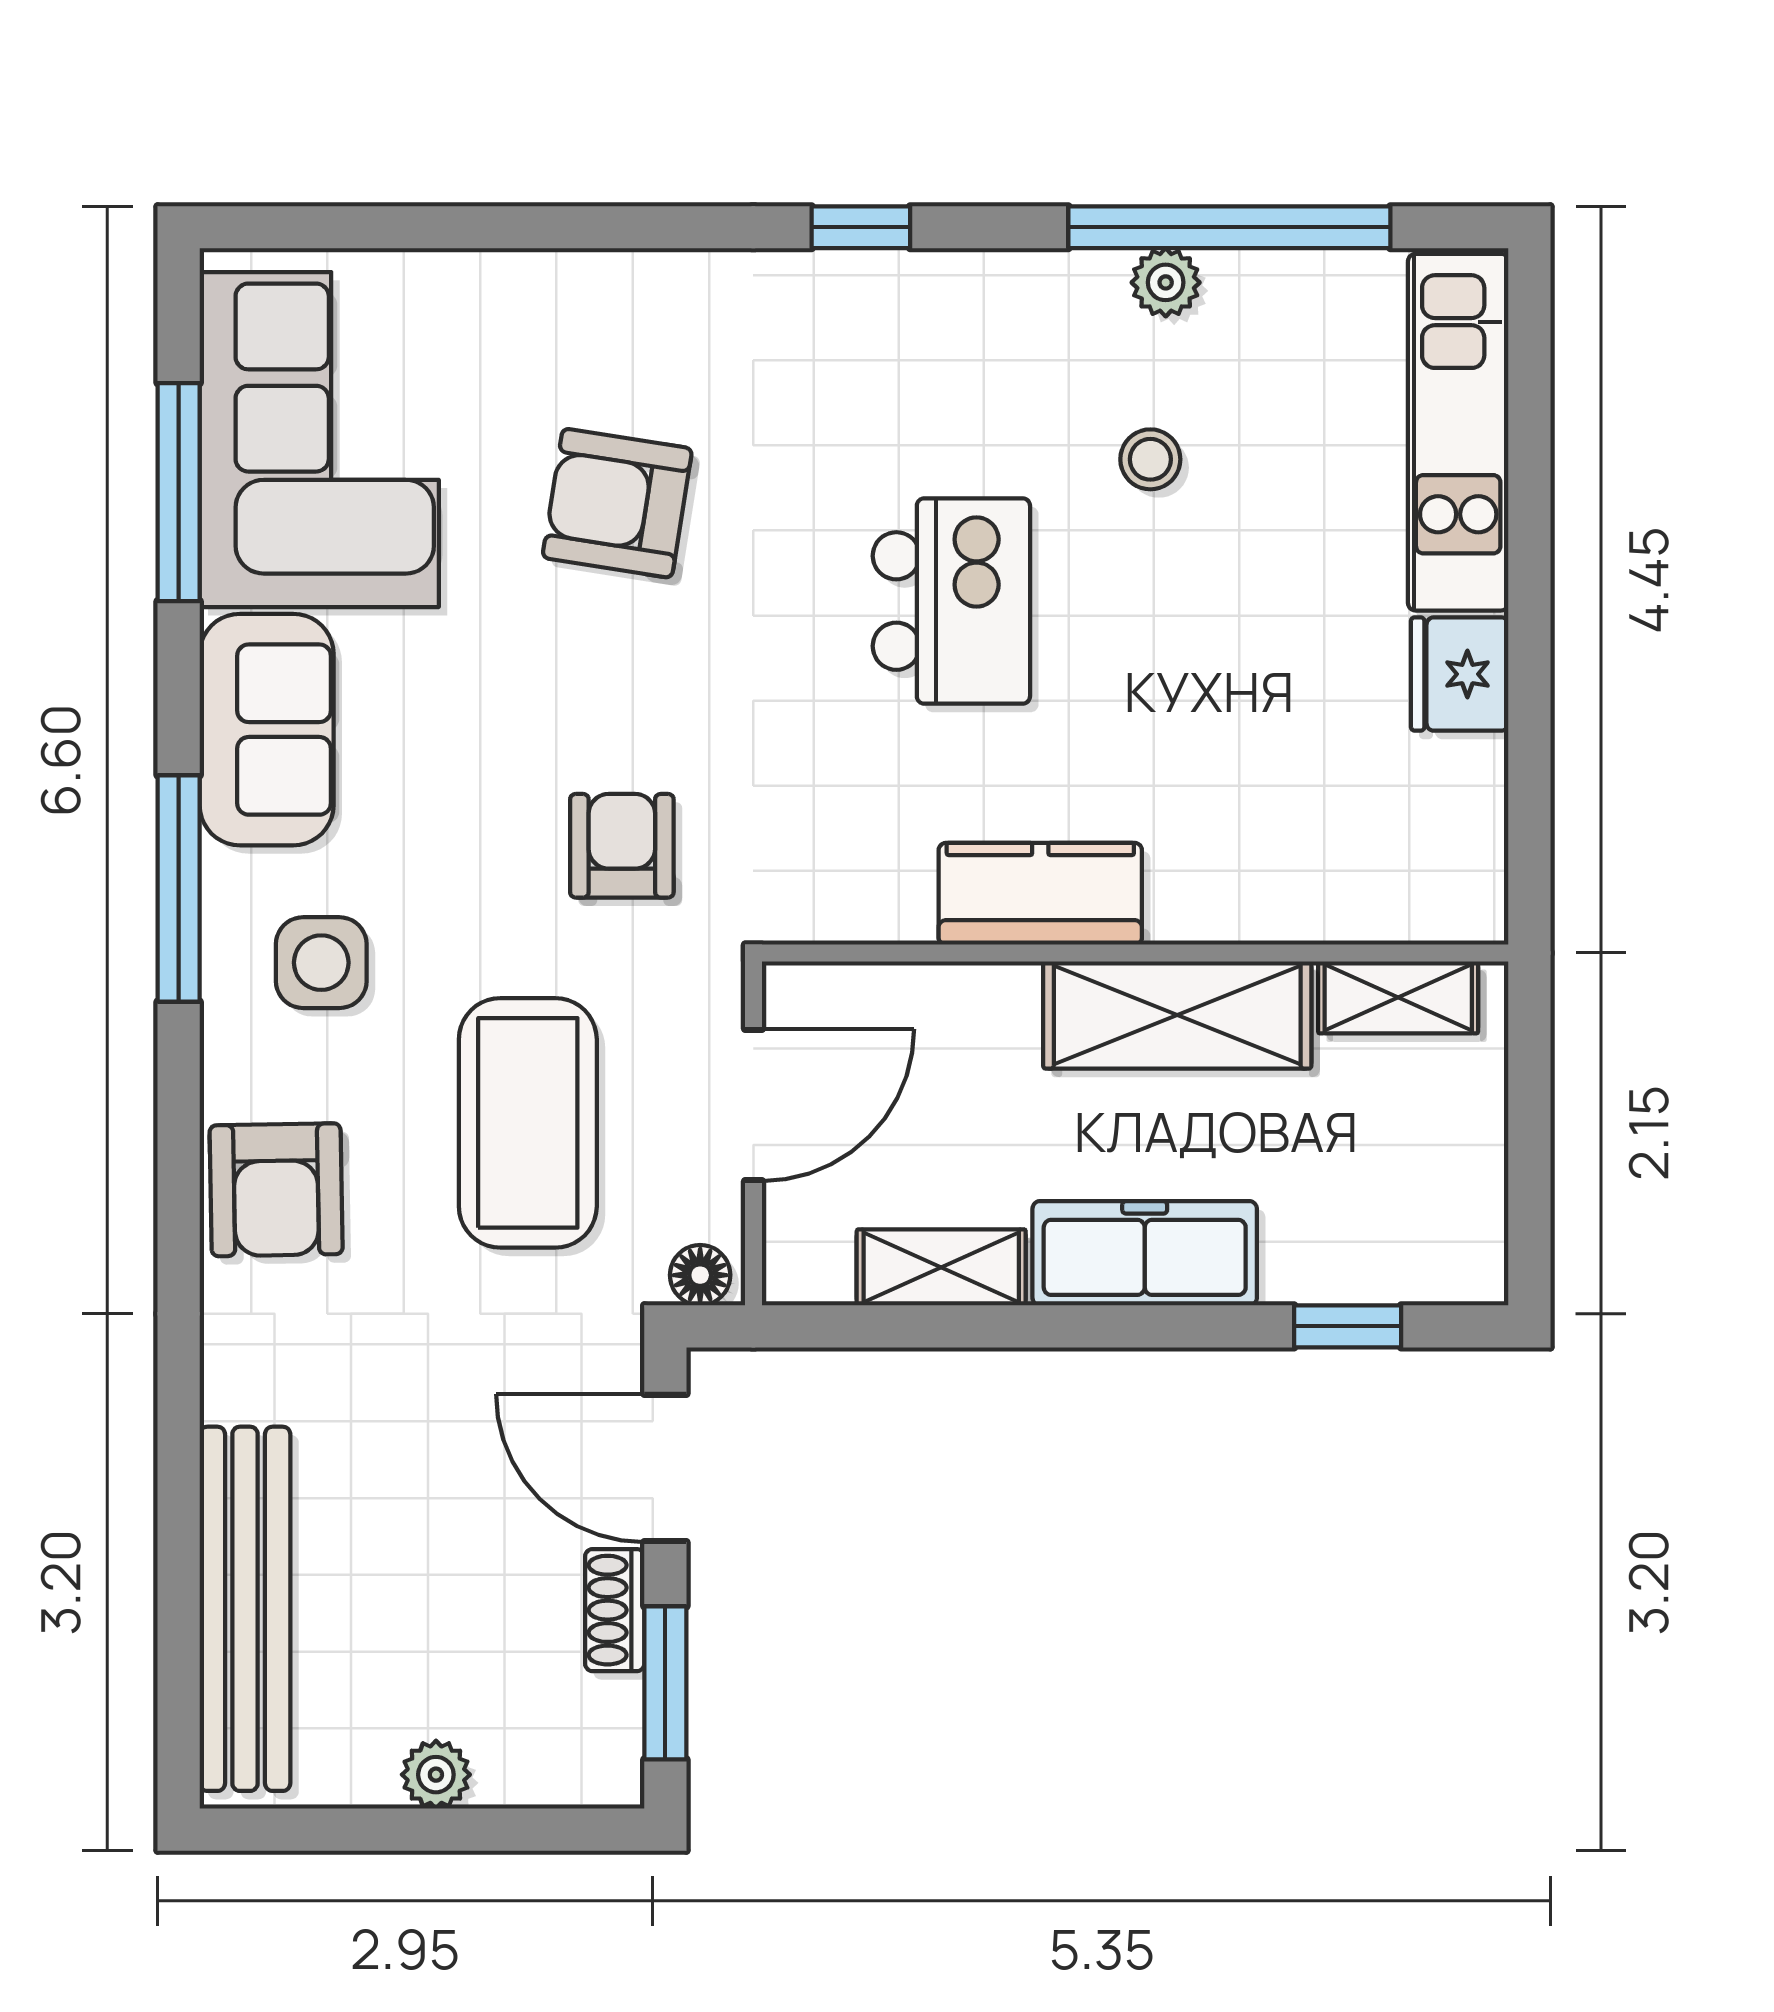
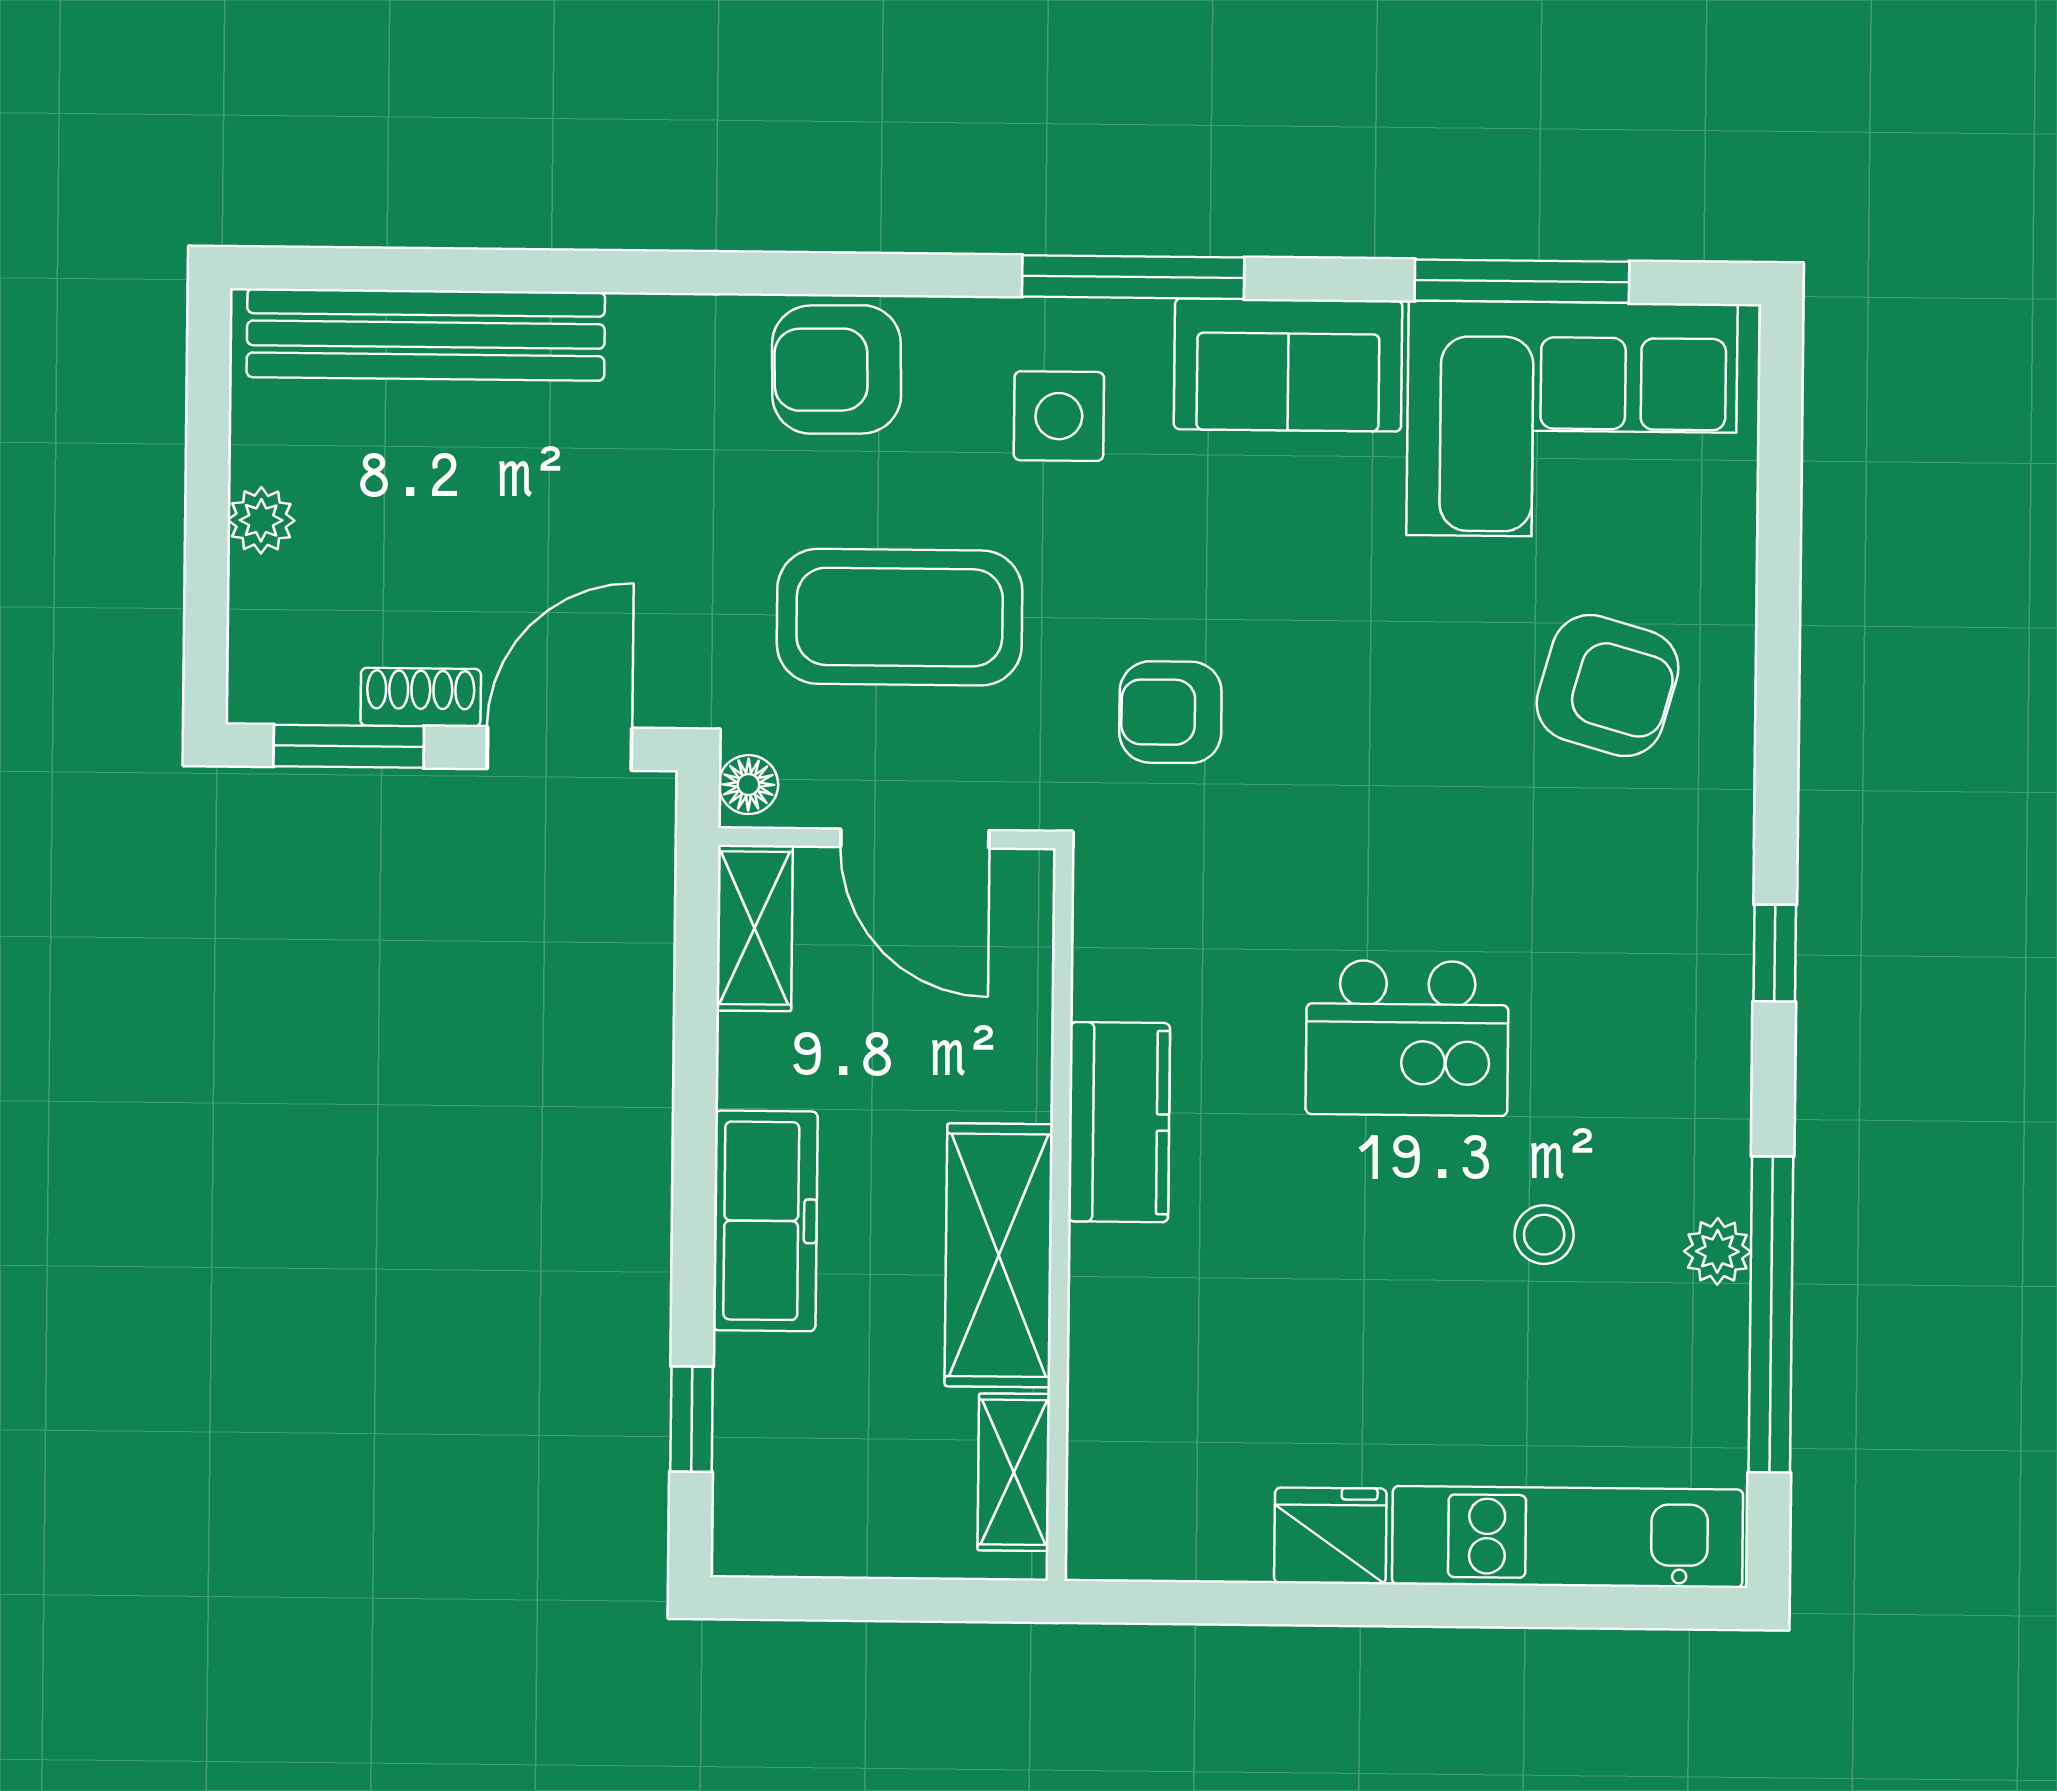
armchair: (617, 503) -> (1607, 686), moved, turned 97
armchair: (622, 846) -> (1170, 712), turned 180
shelving: (941, 1267) -> (755, 928), moved

